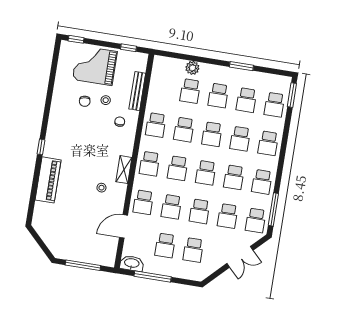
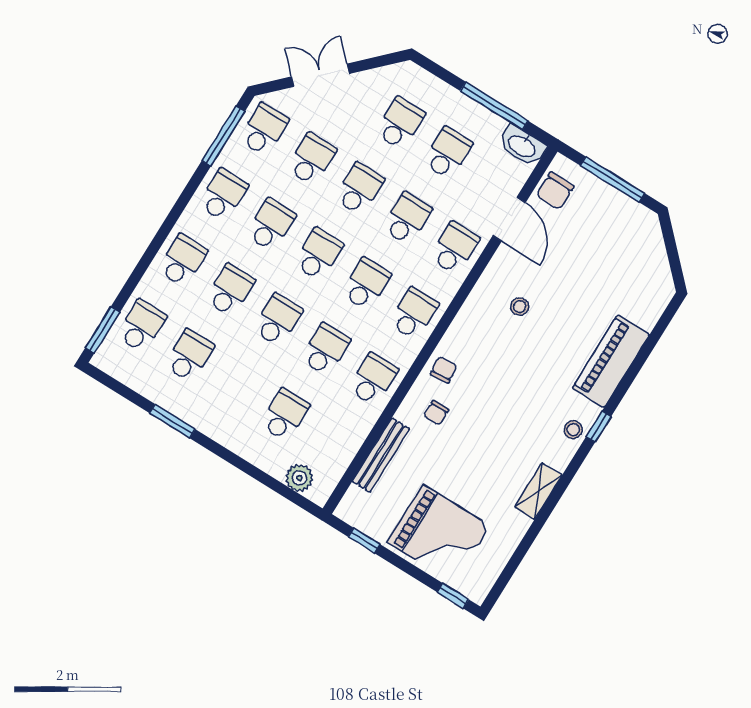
plant: (192, 68) -> (299, 478), moved
school desk: (218, 96) -> (237, 385), removed
stool: (106, 100) -> (573, 430), moved
chair: (85, 101) -> (444, 370), moved
shelving: (124, 170) -> (538, 491), moved
door: (123, 226) -> (509, 219), hinge flipped
chair: (108, 249) -> (555, 191), added

